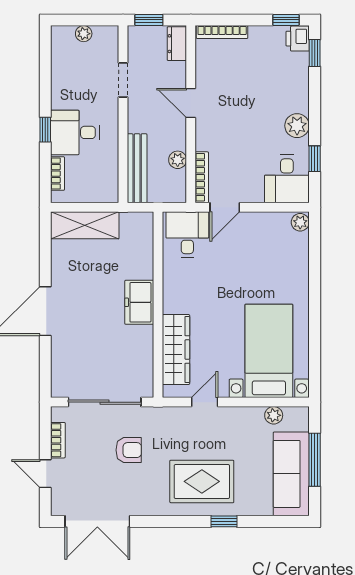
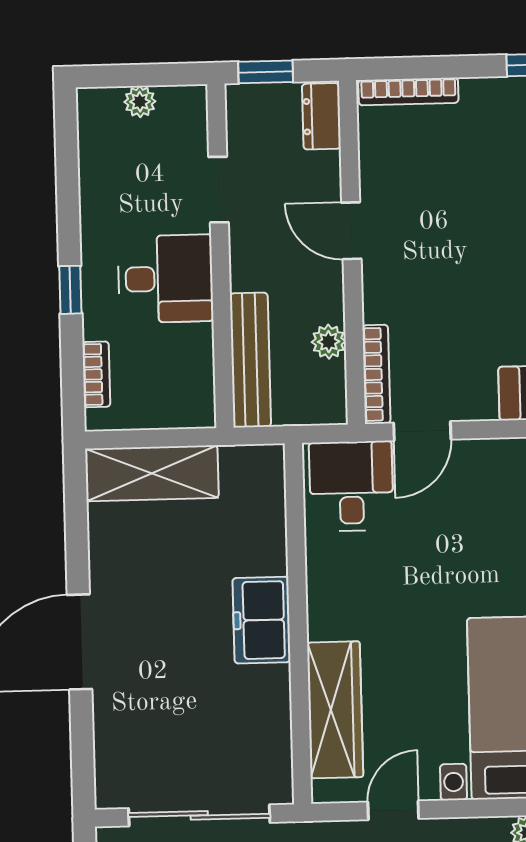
desk: (75, 132) -> (165, 279), moved, turned 180

